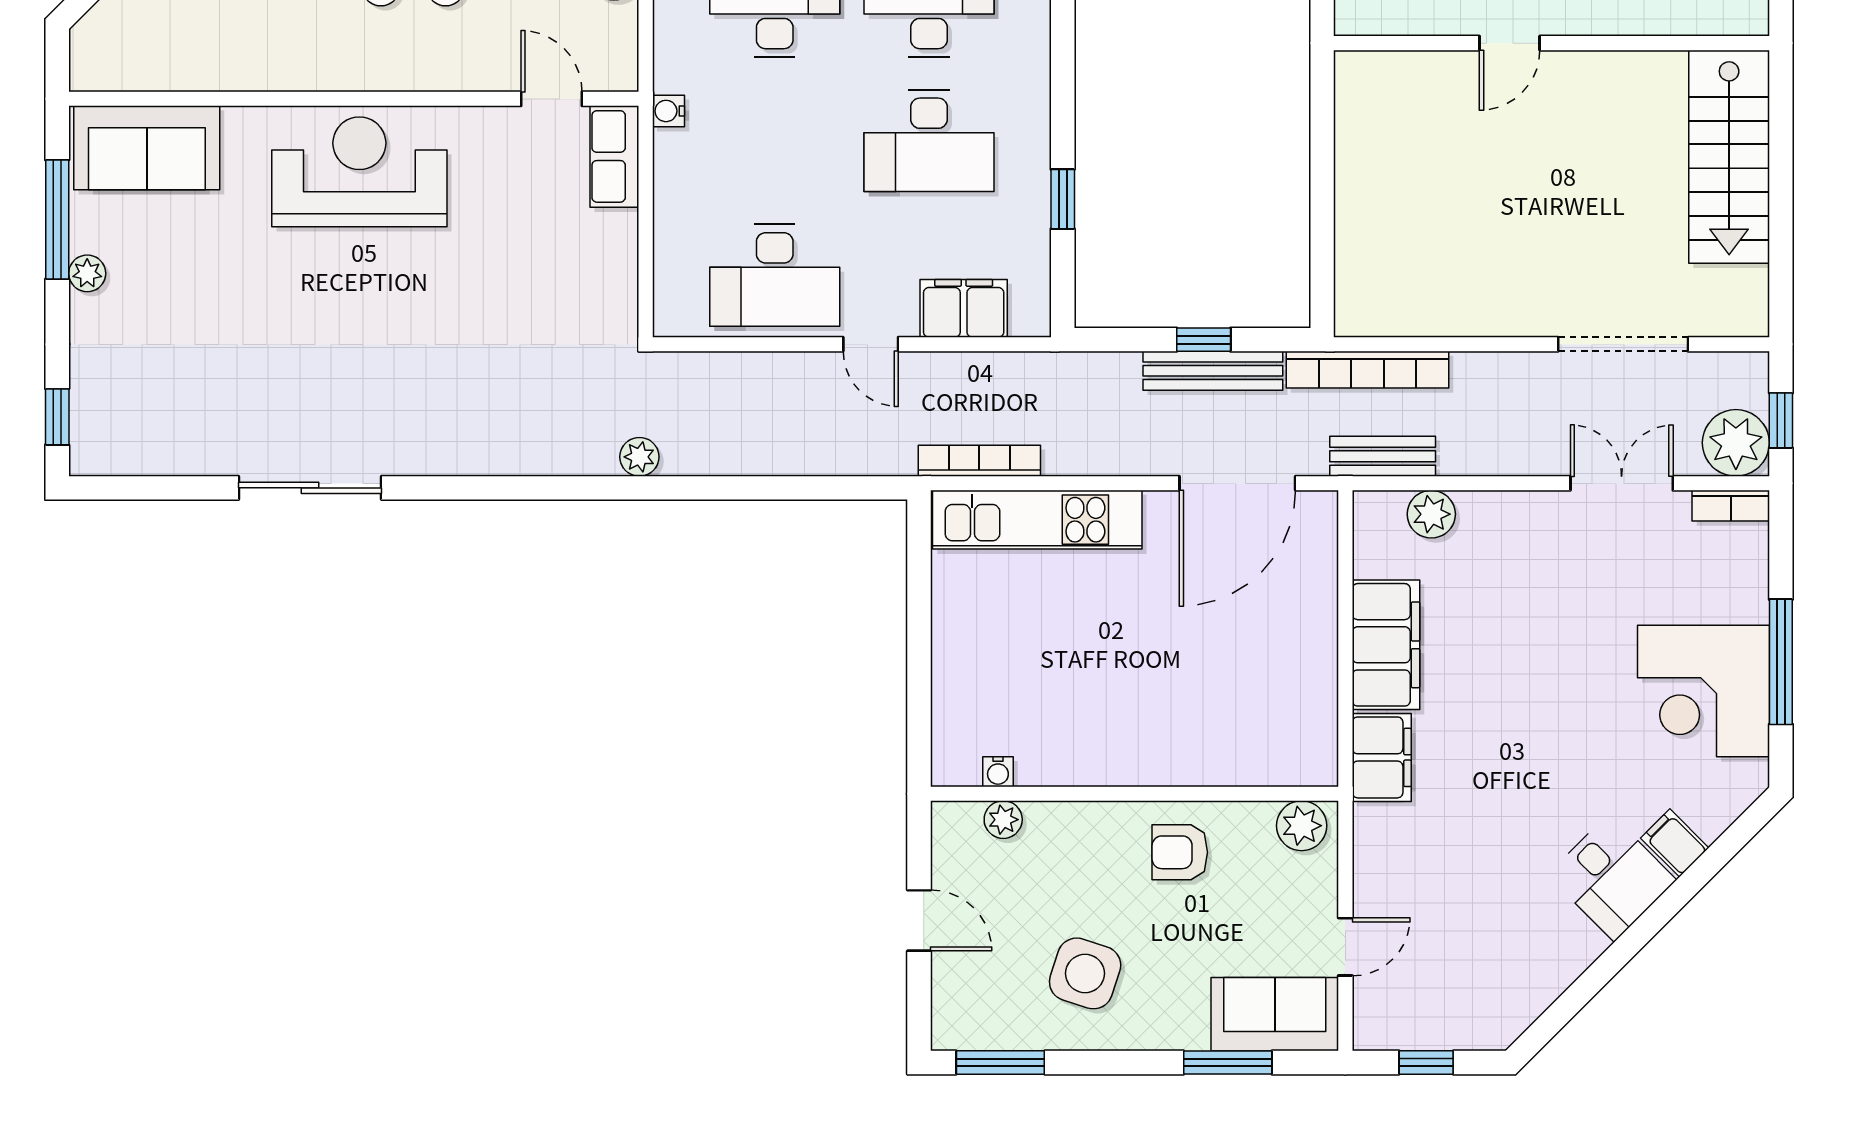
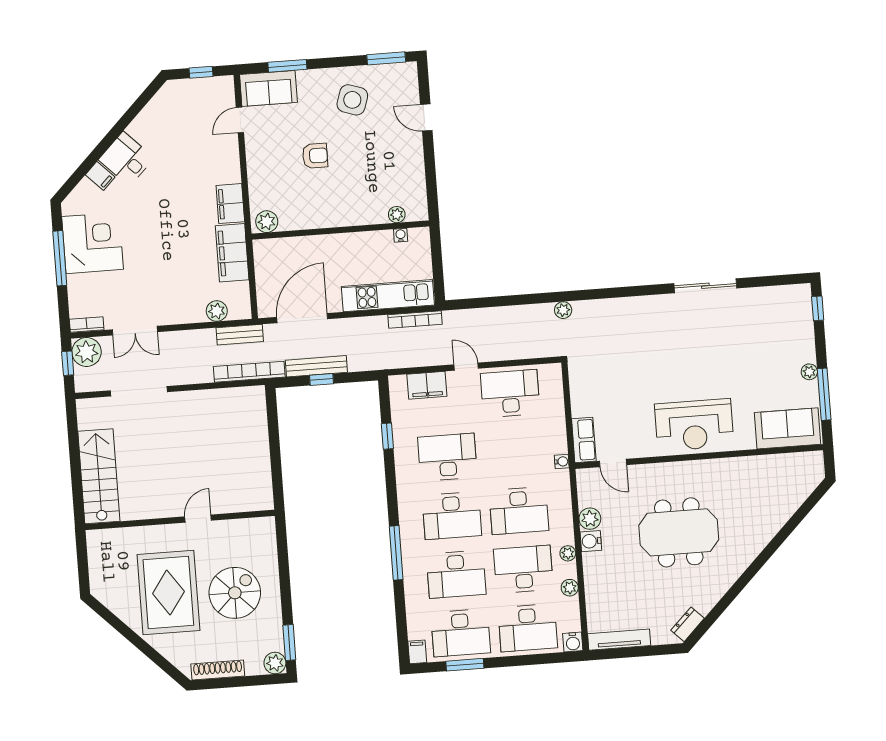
water cooler: (998, 772) -> (401, 235), moved
wall: (1134, 794) -> (340, 230), moved
plant: (1003, 820) -> (397, 215), moved
plant: (1302, 826) -> (267, 222), moved

